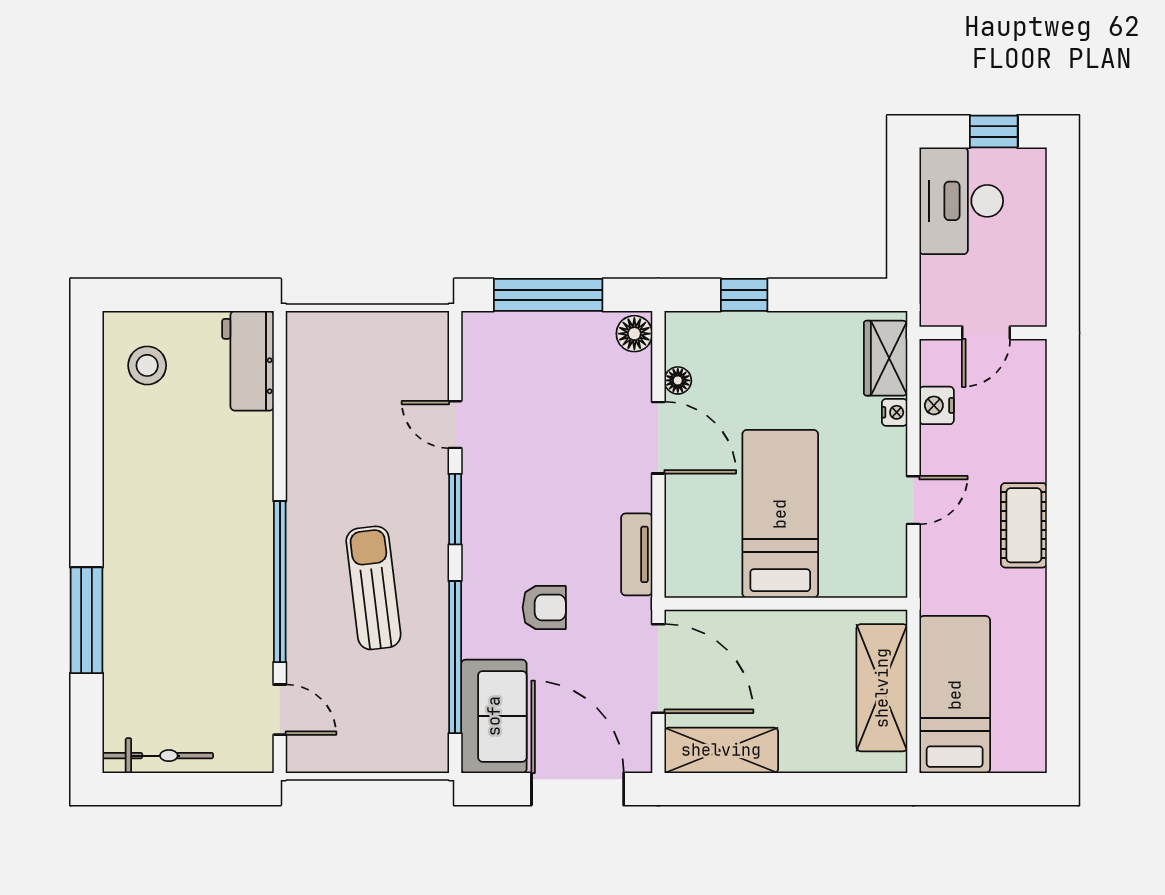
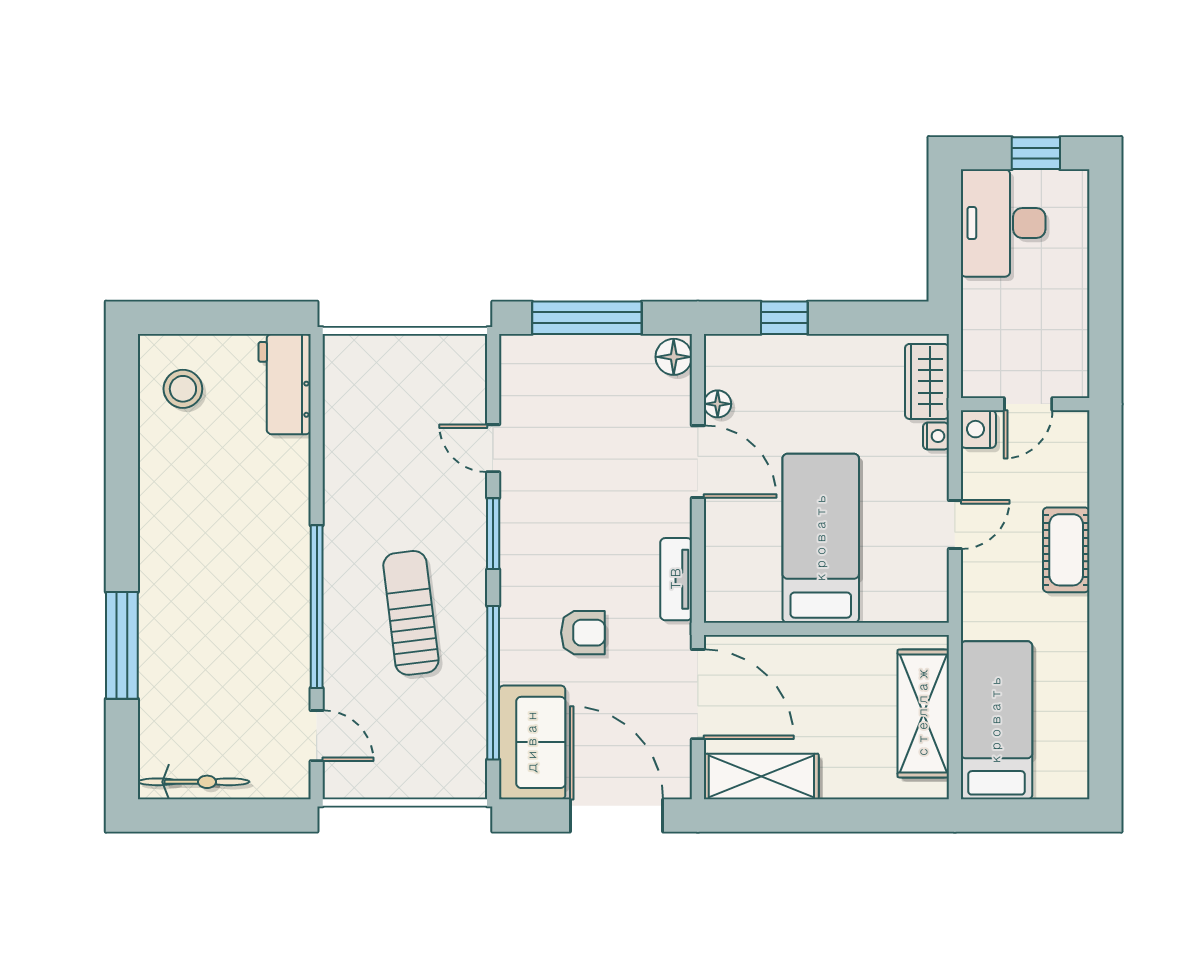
wall: (983, 333) -> (1025, 404), moved
door: (986, 333) -> (1028, 404), moved

